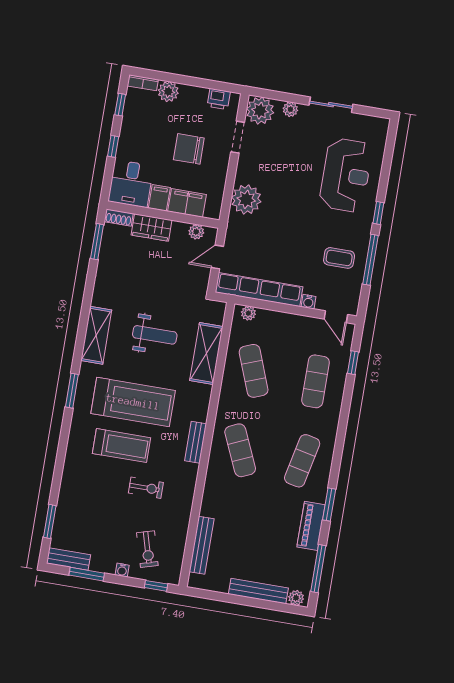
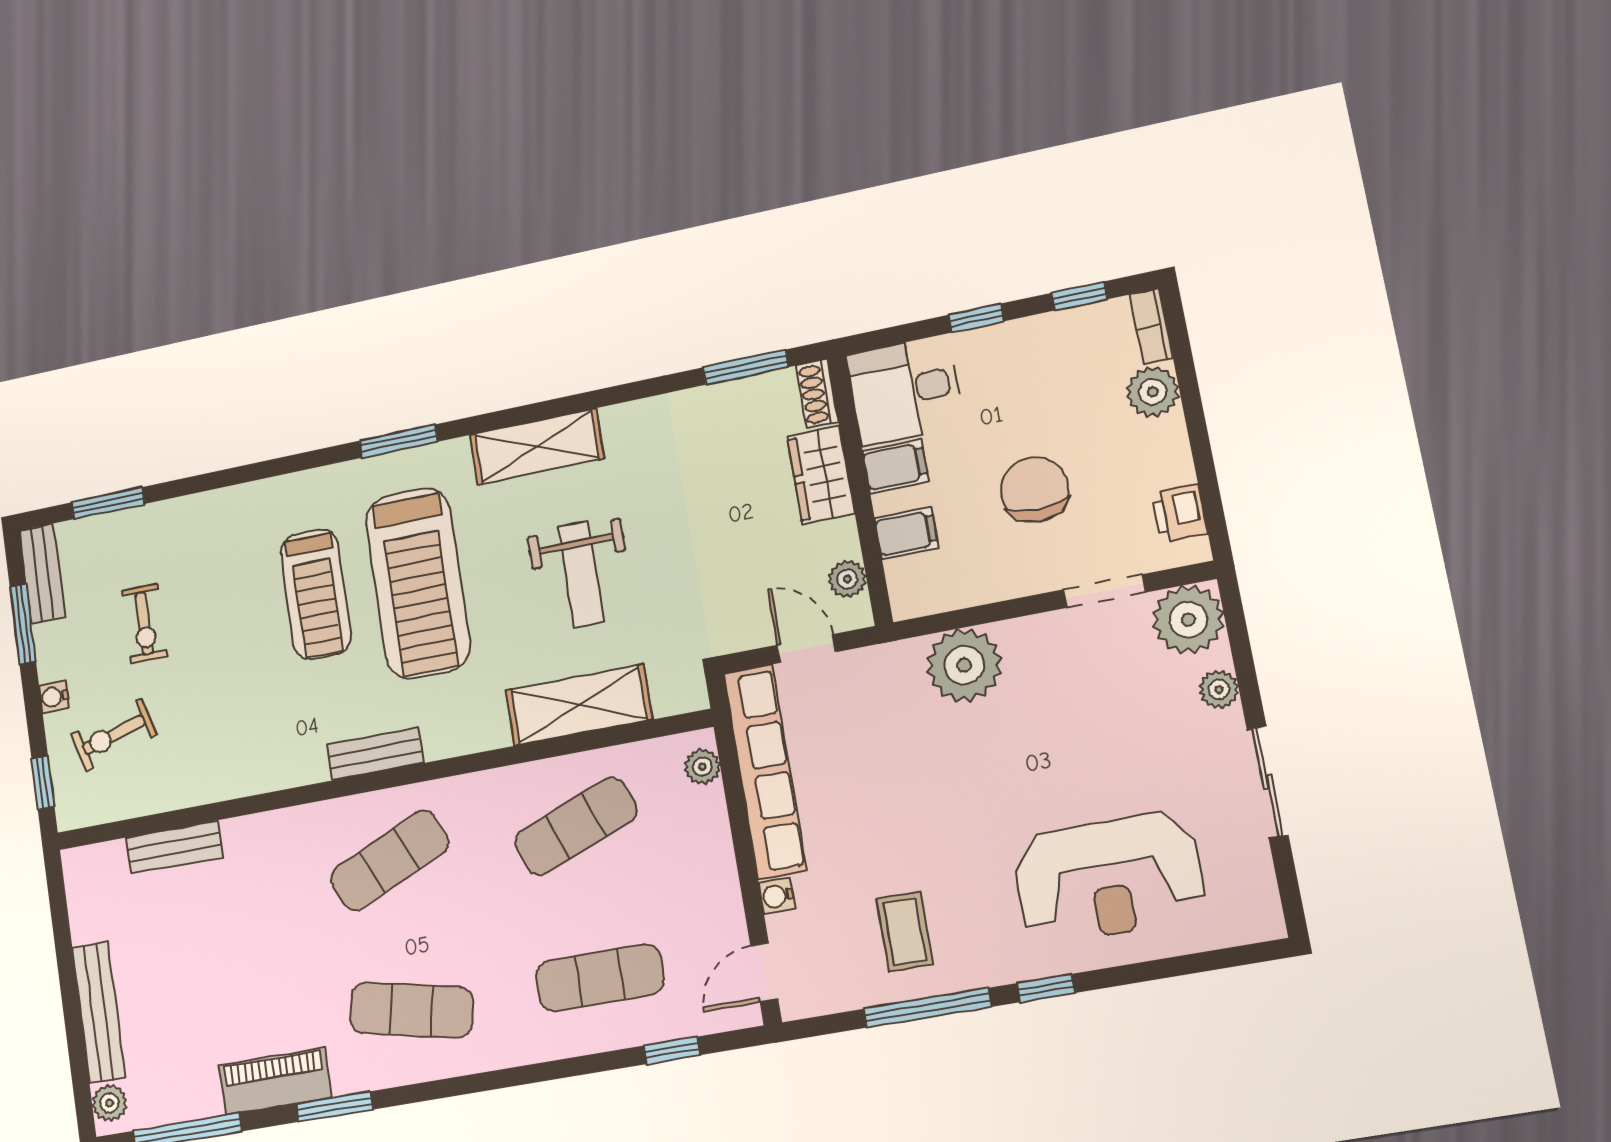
filing cabinet: (187, 203) -> (907, 533), width x0.50
exercise bike: (146, 488) -> (144, 623), moved
bench: (202, 545) -> (175, 847), width x0.73

